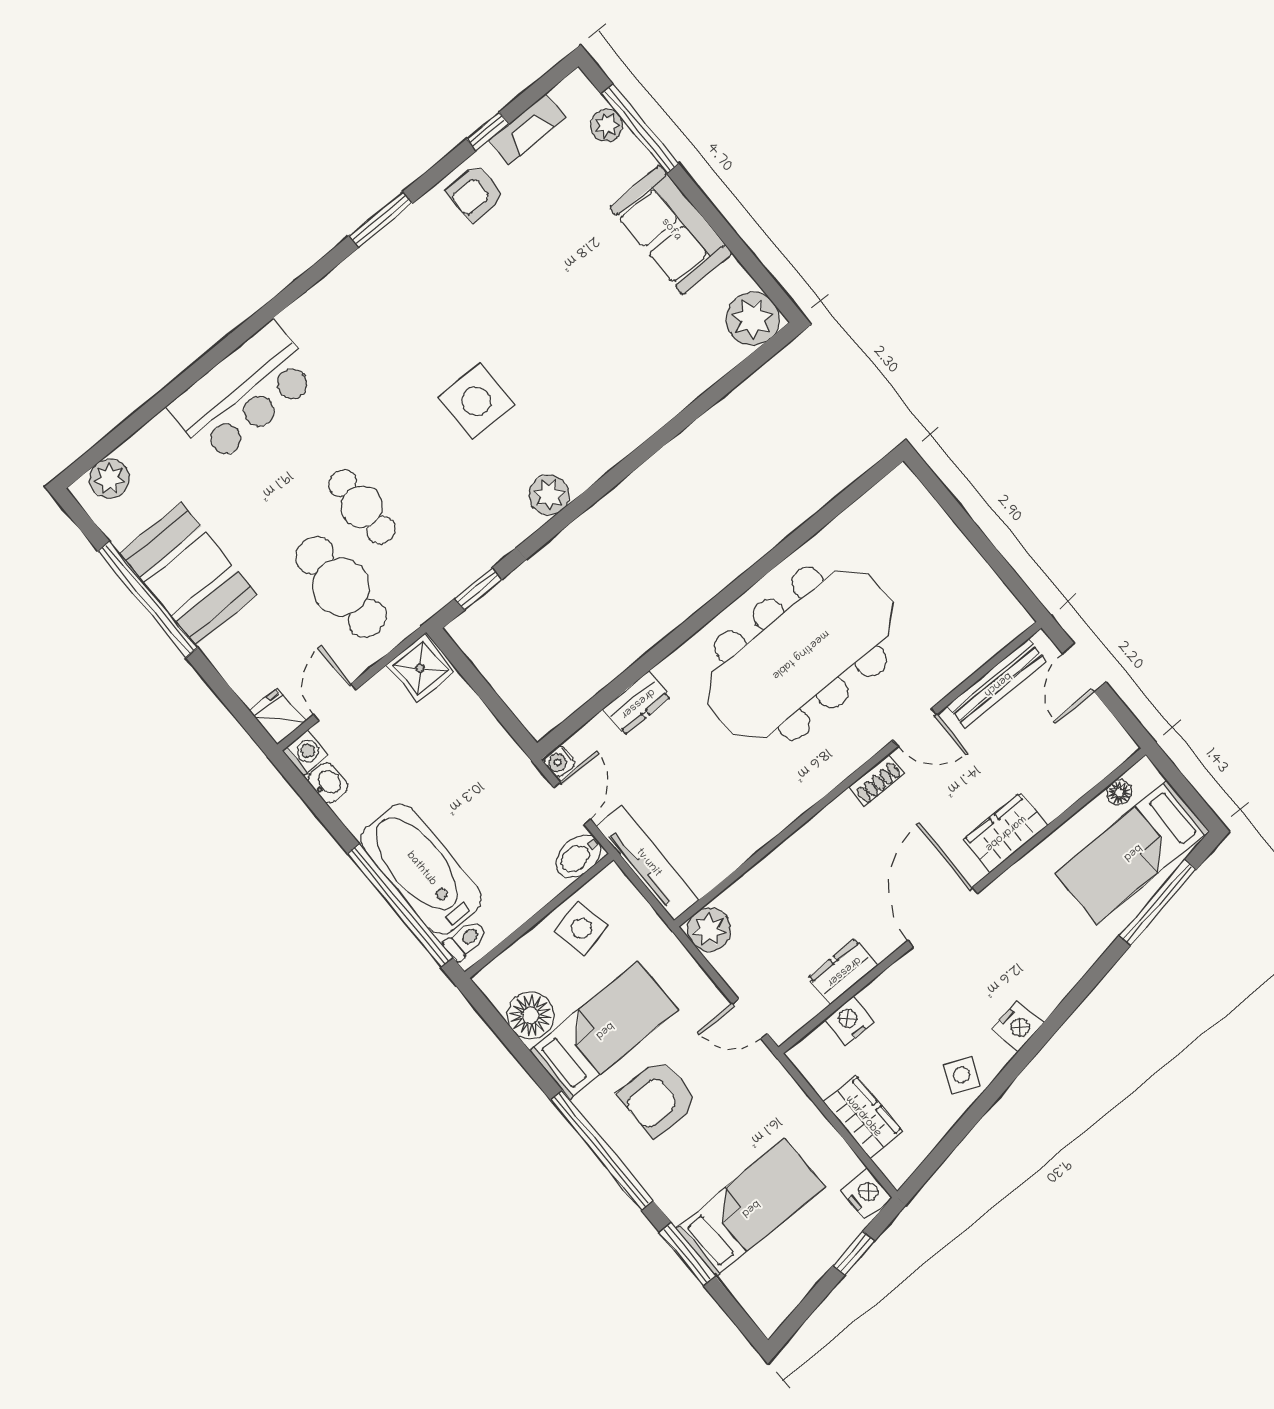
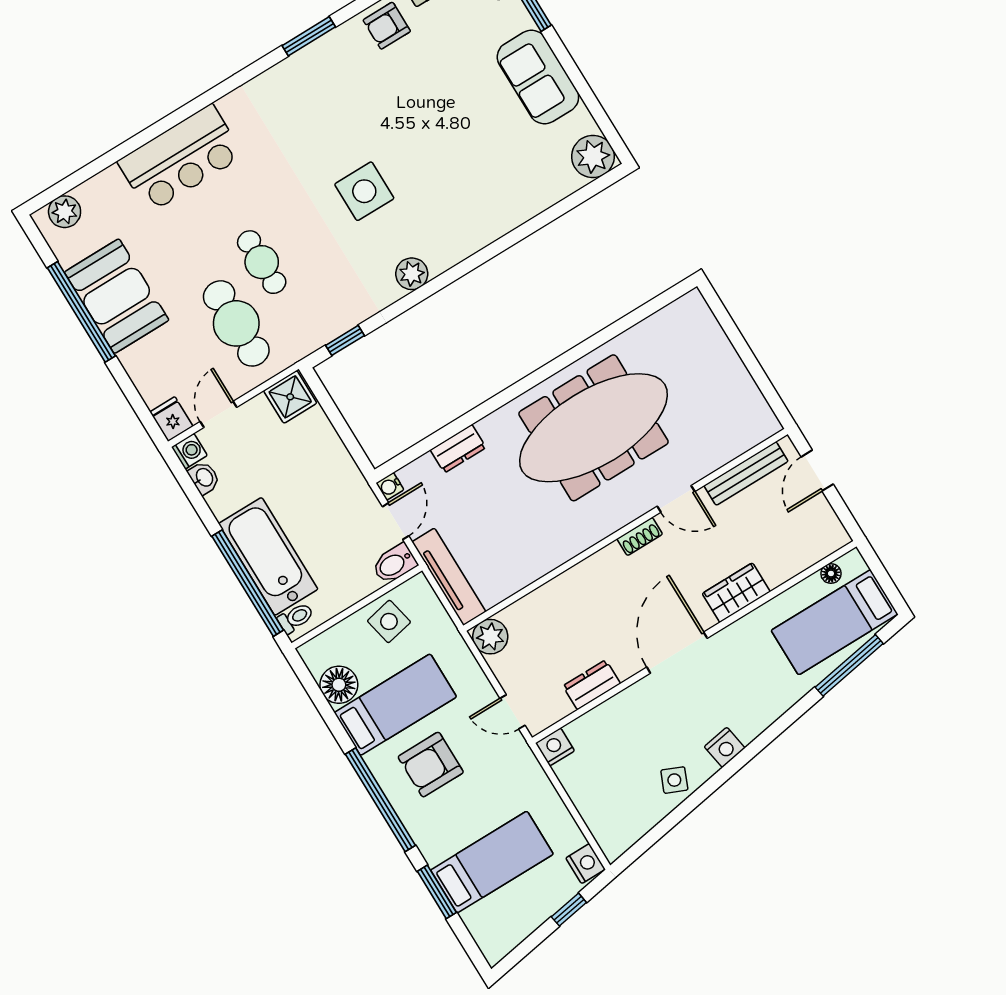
nightstand: (849, 1021) -> (555, 747), moved
wardrobe: (863, 1117) -> (591, 802), removed

